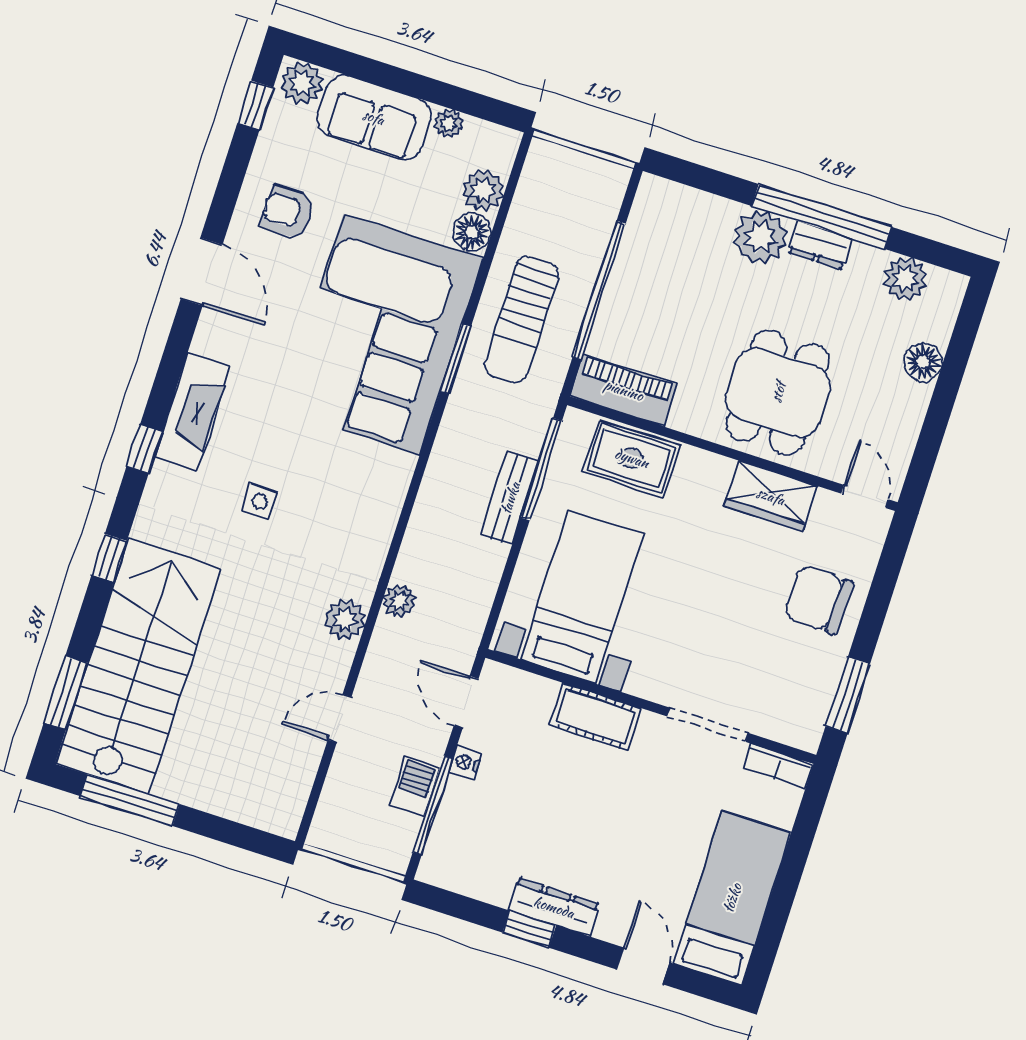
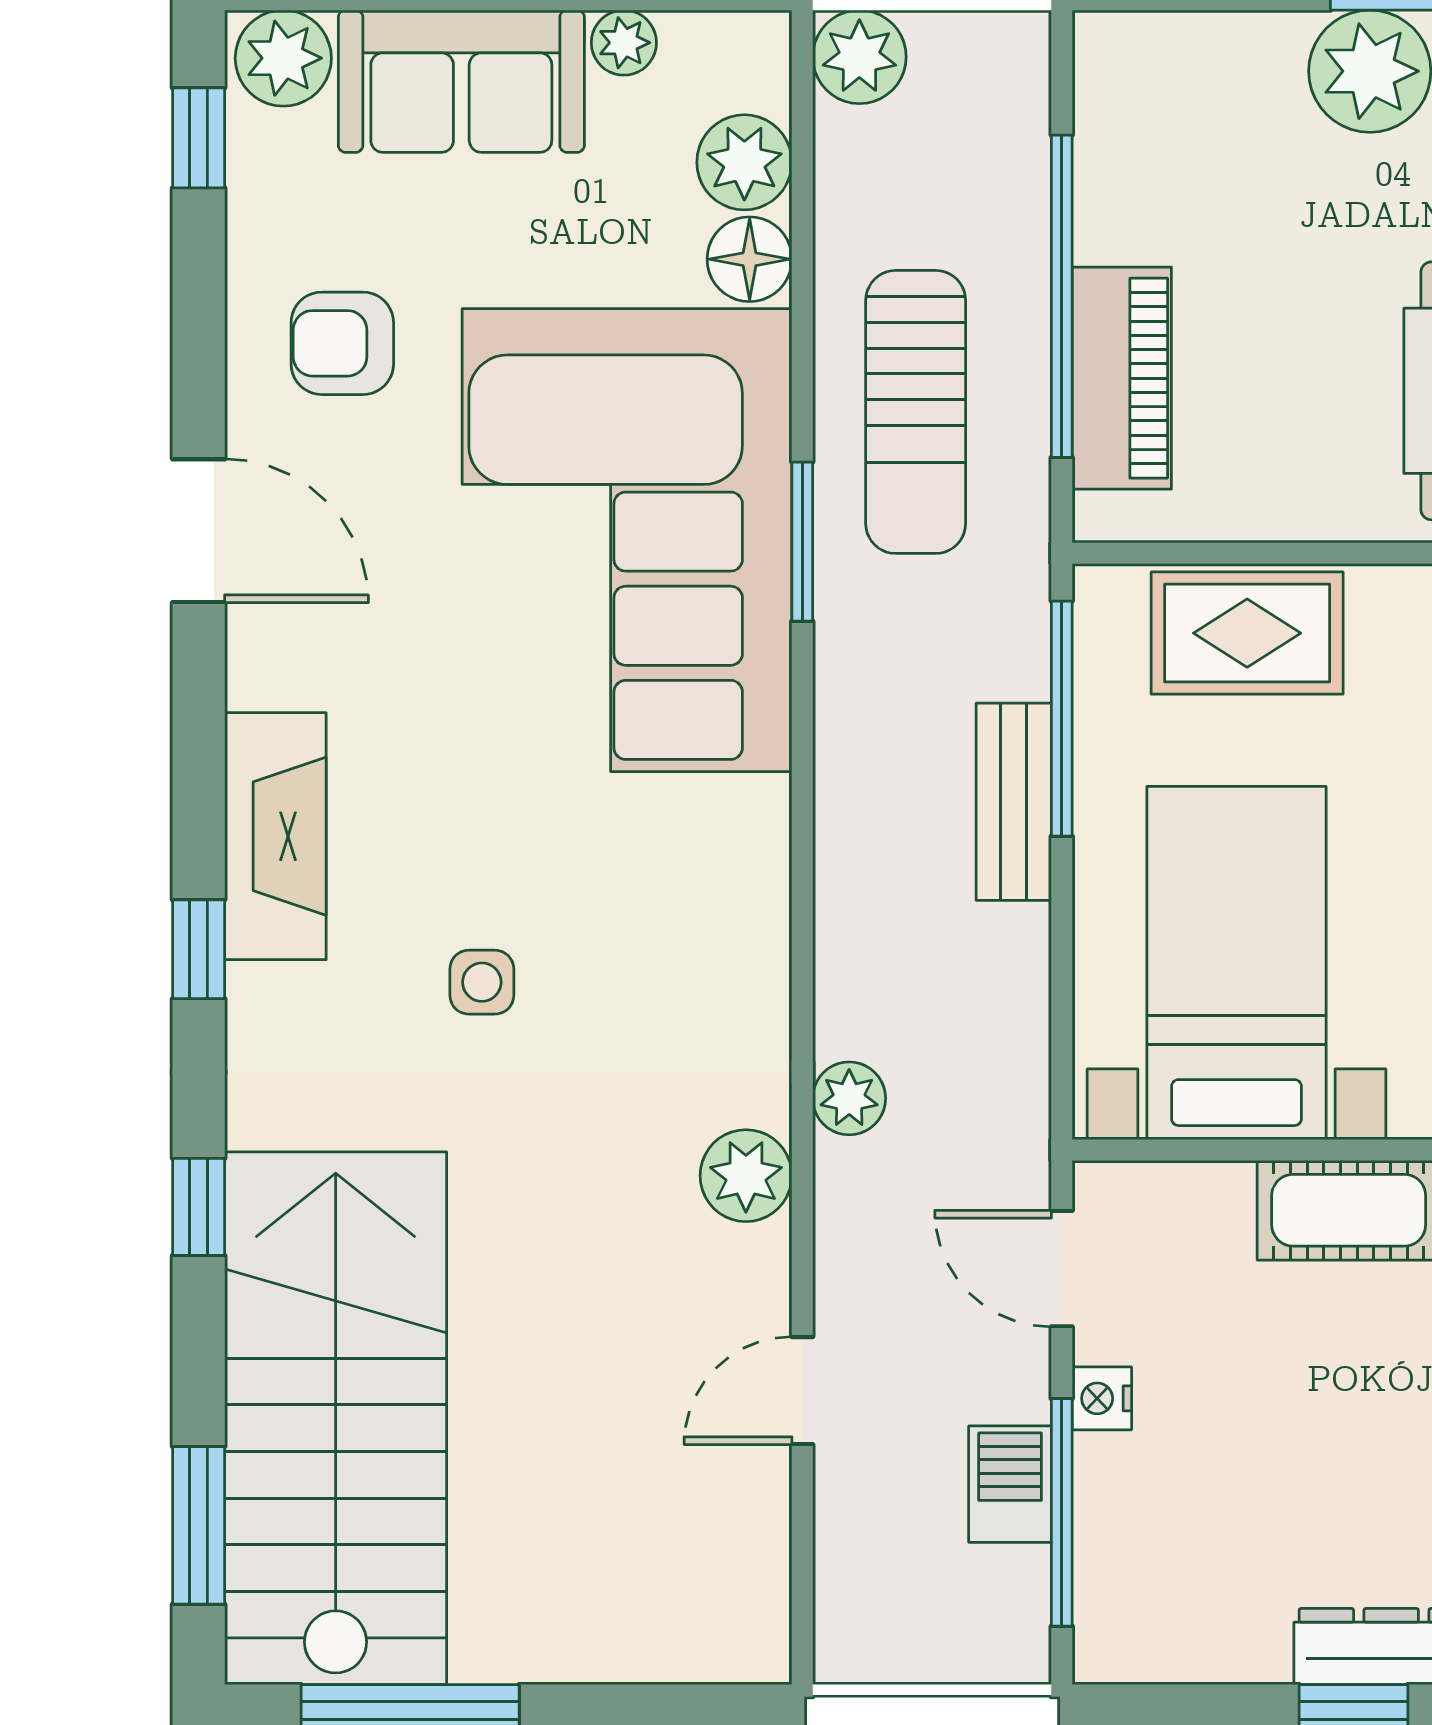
plant: (546, 161) -> (859, 57), added
piano: (624, 390) -> (1122, 378), moved, turned 90

